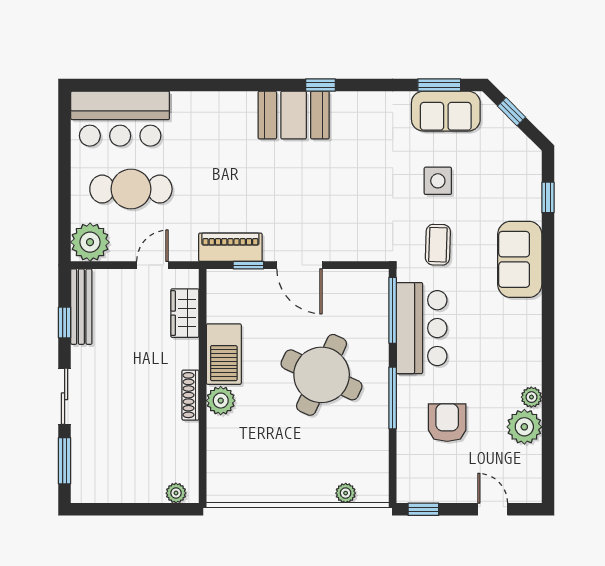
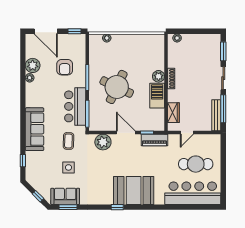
booth: (294, 115) -> (134, 191), width x1.36, depth x1.42
bar counter: (120, 119) -> (193, 193), width x1.36
plant: (90, 242) -> (103, 142), moved
sofa: (520, 259) -> (35, 129), width x1.36
window: (65, 322) -> (223, 109), width x2.17
door: (493, 509) -> (46, 31), width x1.88

